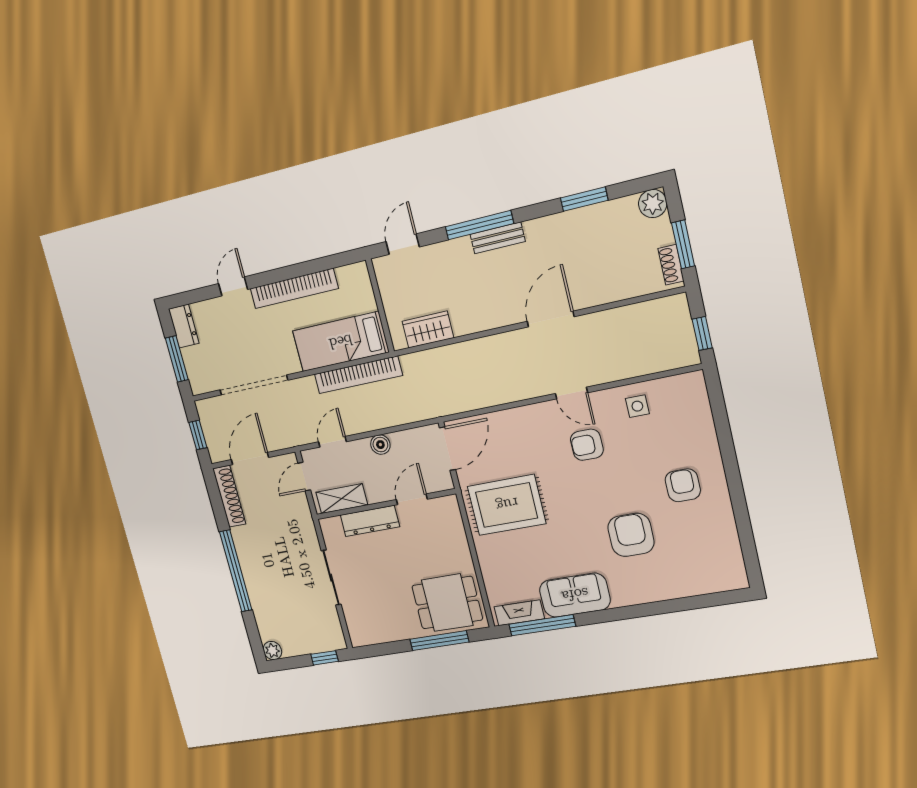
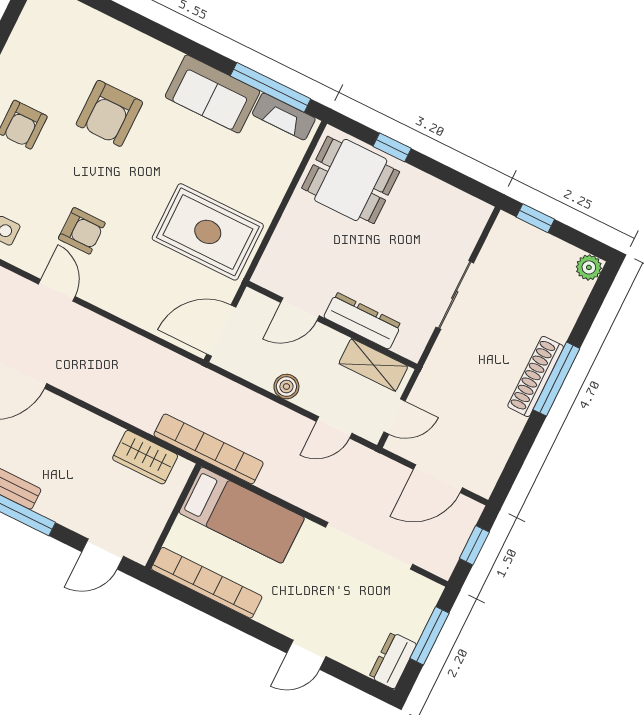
bookcase: (294, 289) -> (207, 583), moved
bookcase: (358, 375) -> (209, 449), moved
shoe rack: (229, 496) -> (536, 376), moved
window: (236, 571) -> (556, 379), width x0.68
window: (439, 641) -> (392, 147), width x0.46

